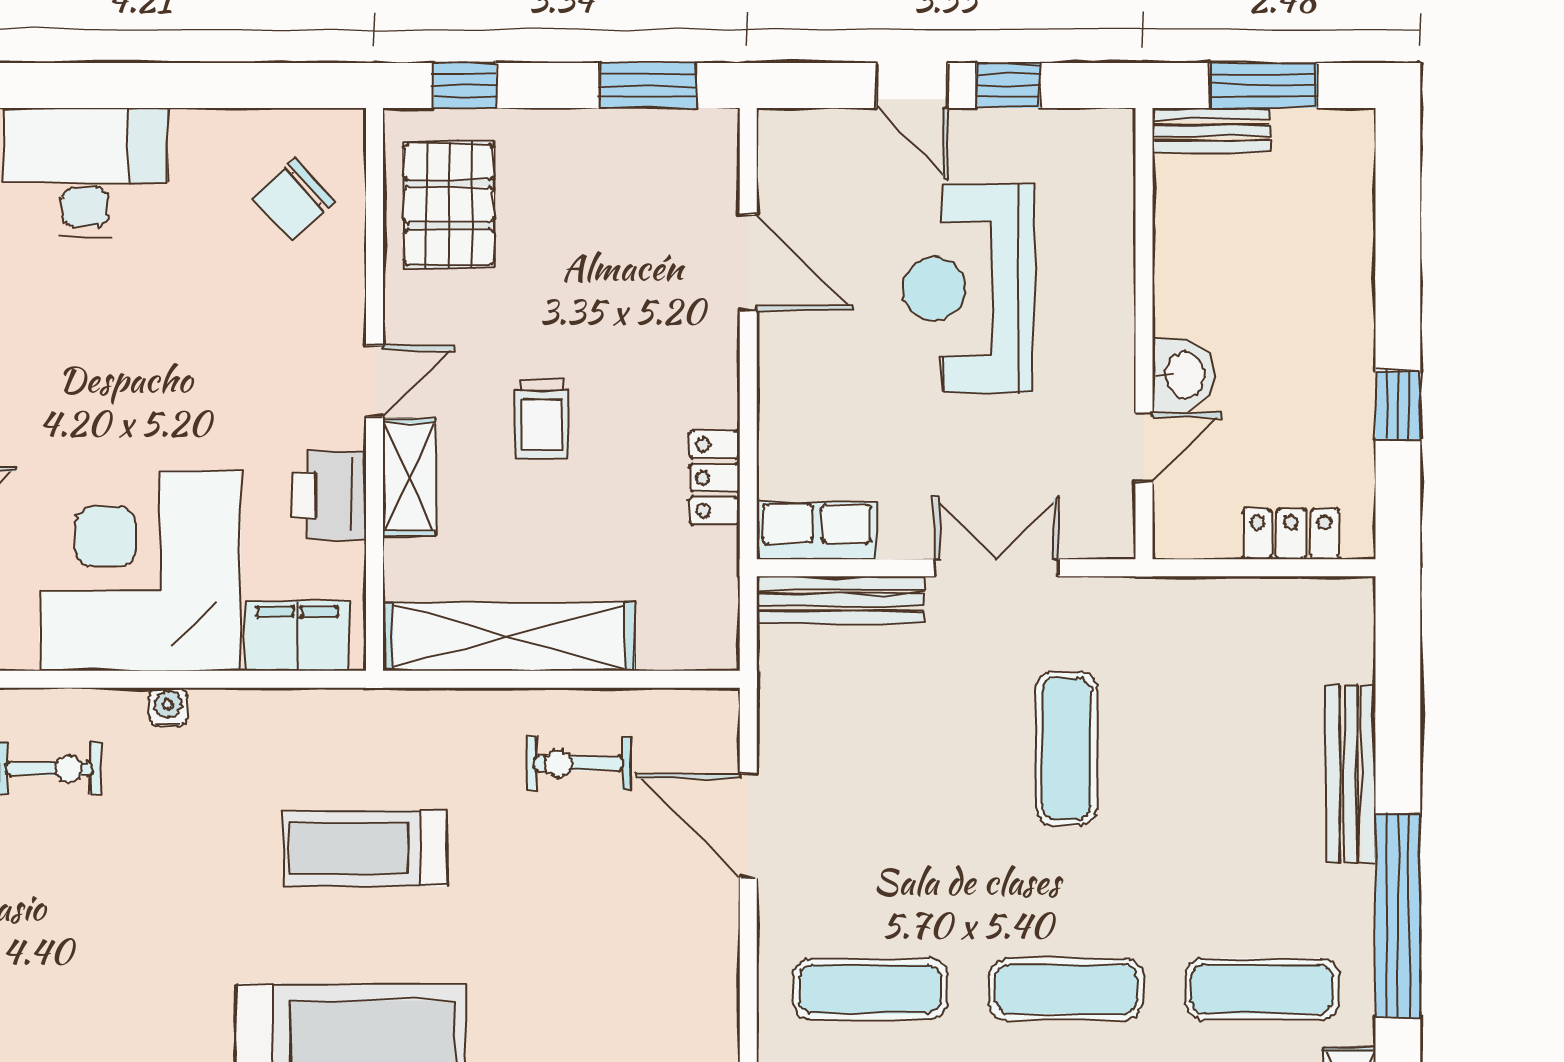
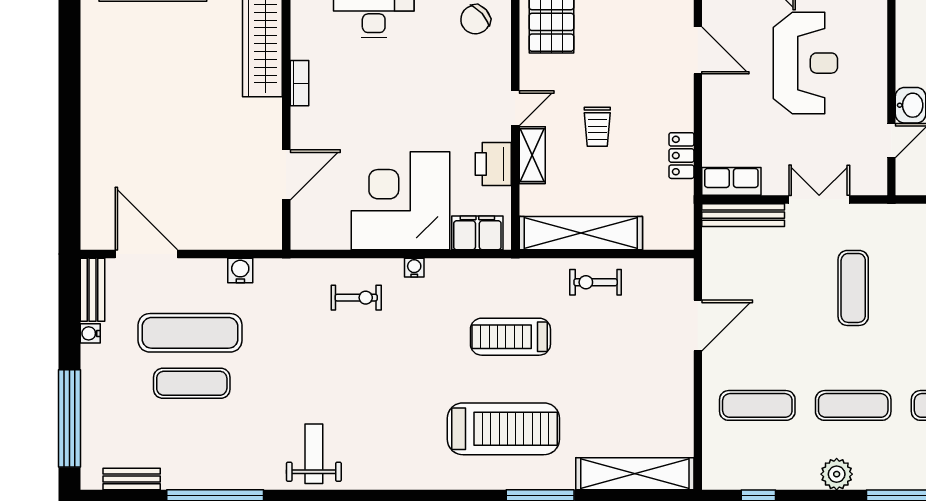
reception desk: (968, 289) -> (805, 63), turned 180
exercise bike: (578, 764) -> (596, 282), moved
door: (748, 825) -> (698, 325), swing flipped

